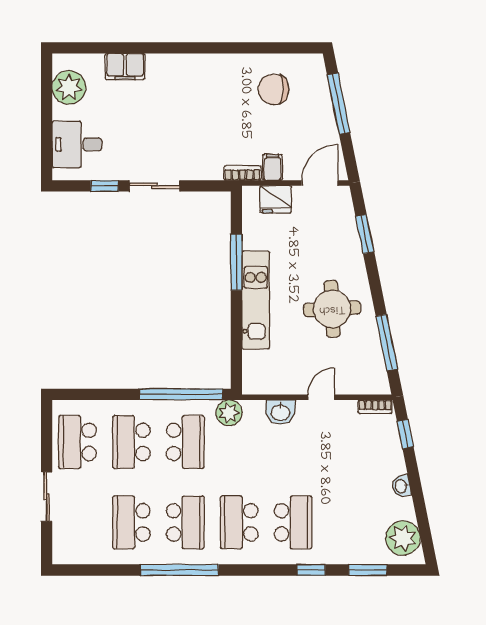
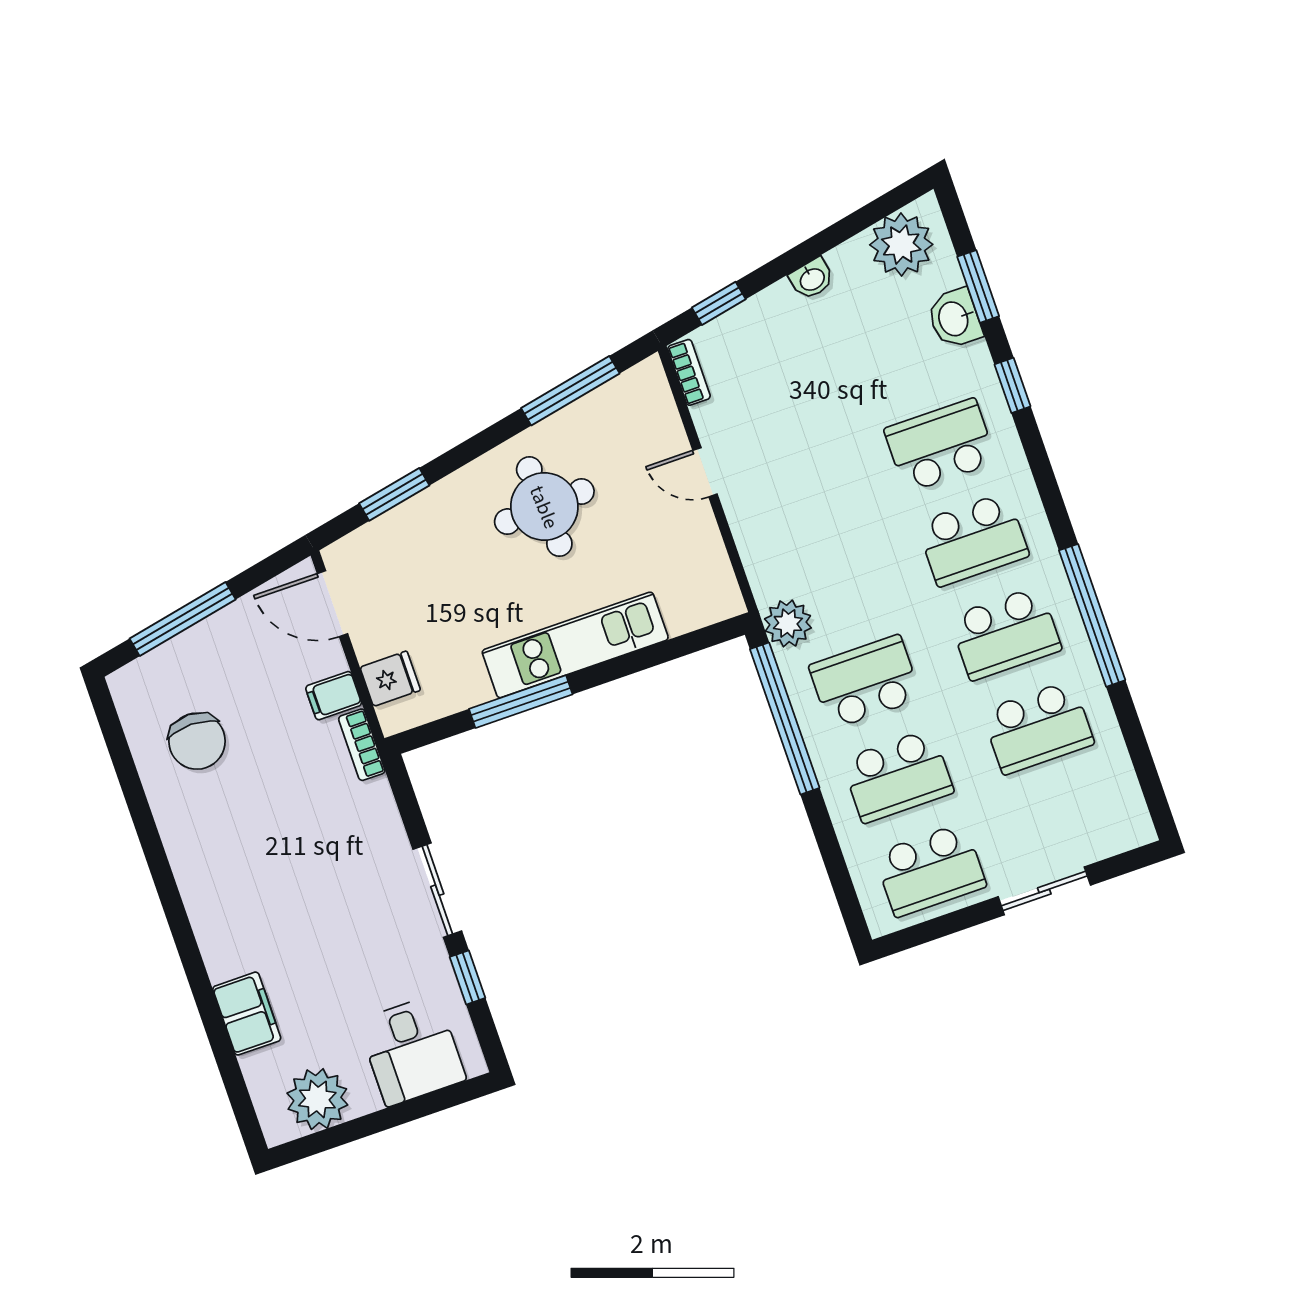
fridge: (276, 199) -> (390, 679), width x0.72
washbasin: (280, 412) -> (955, 318), moved, turned 180
school desk: (185, 522) -> (1005, 633), turned 180

